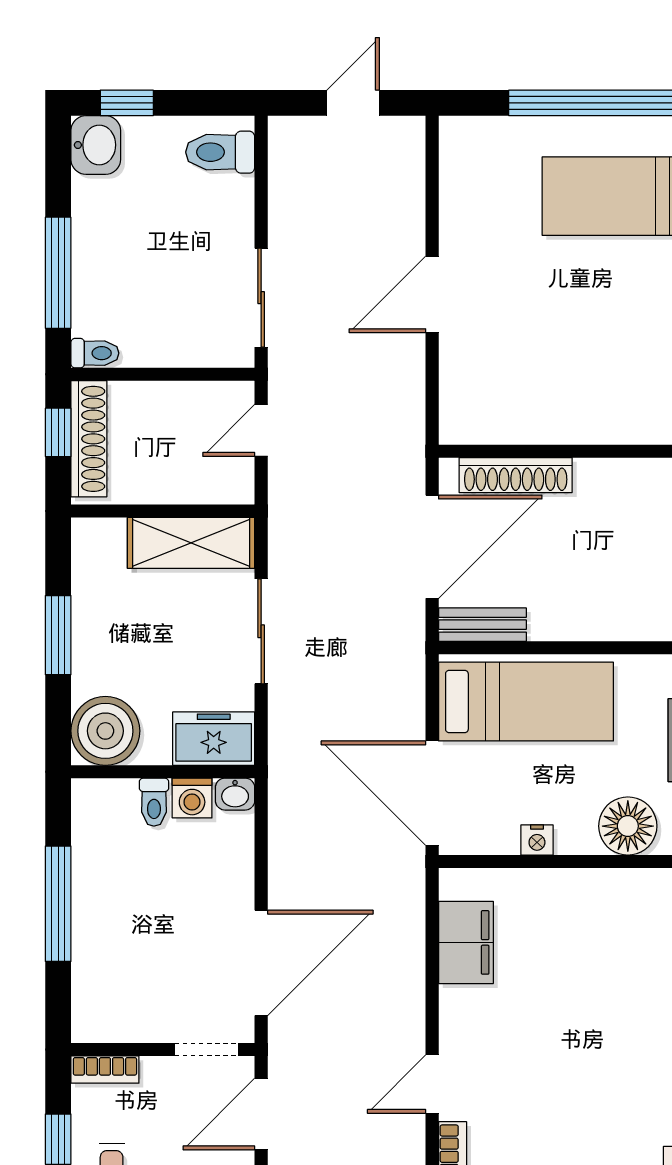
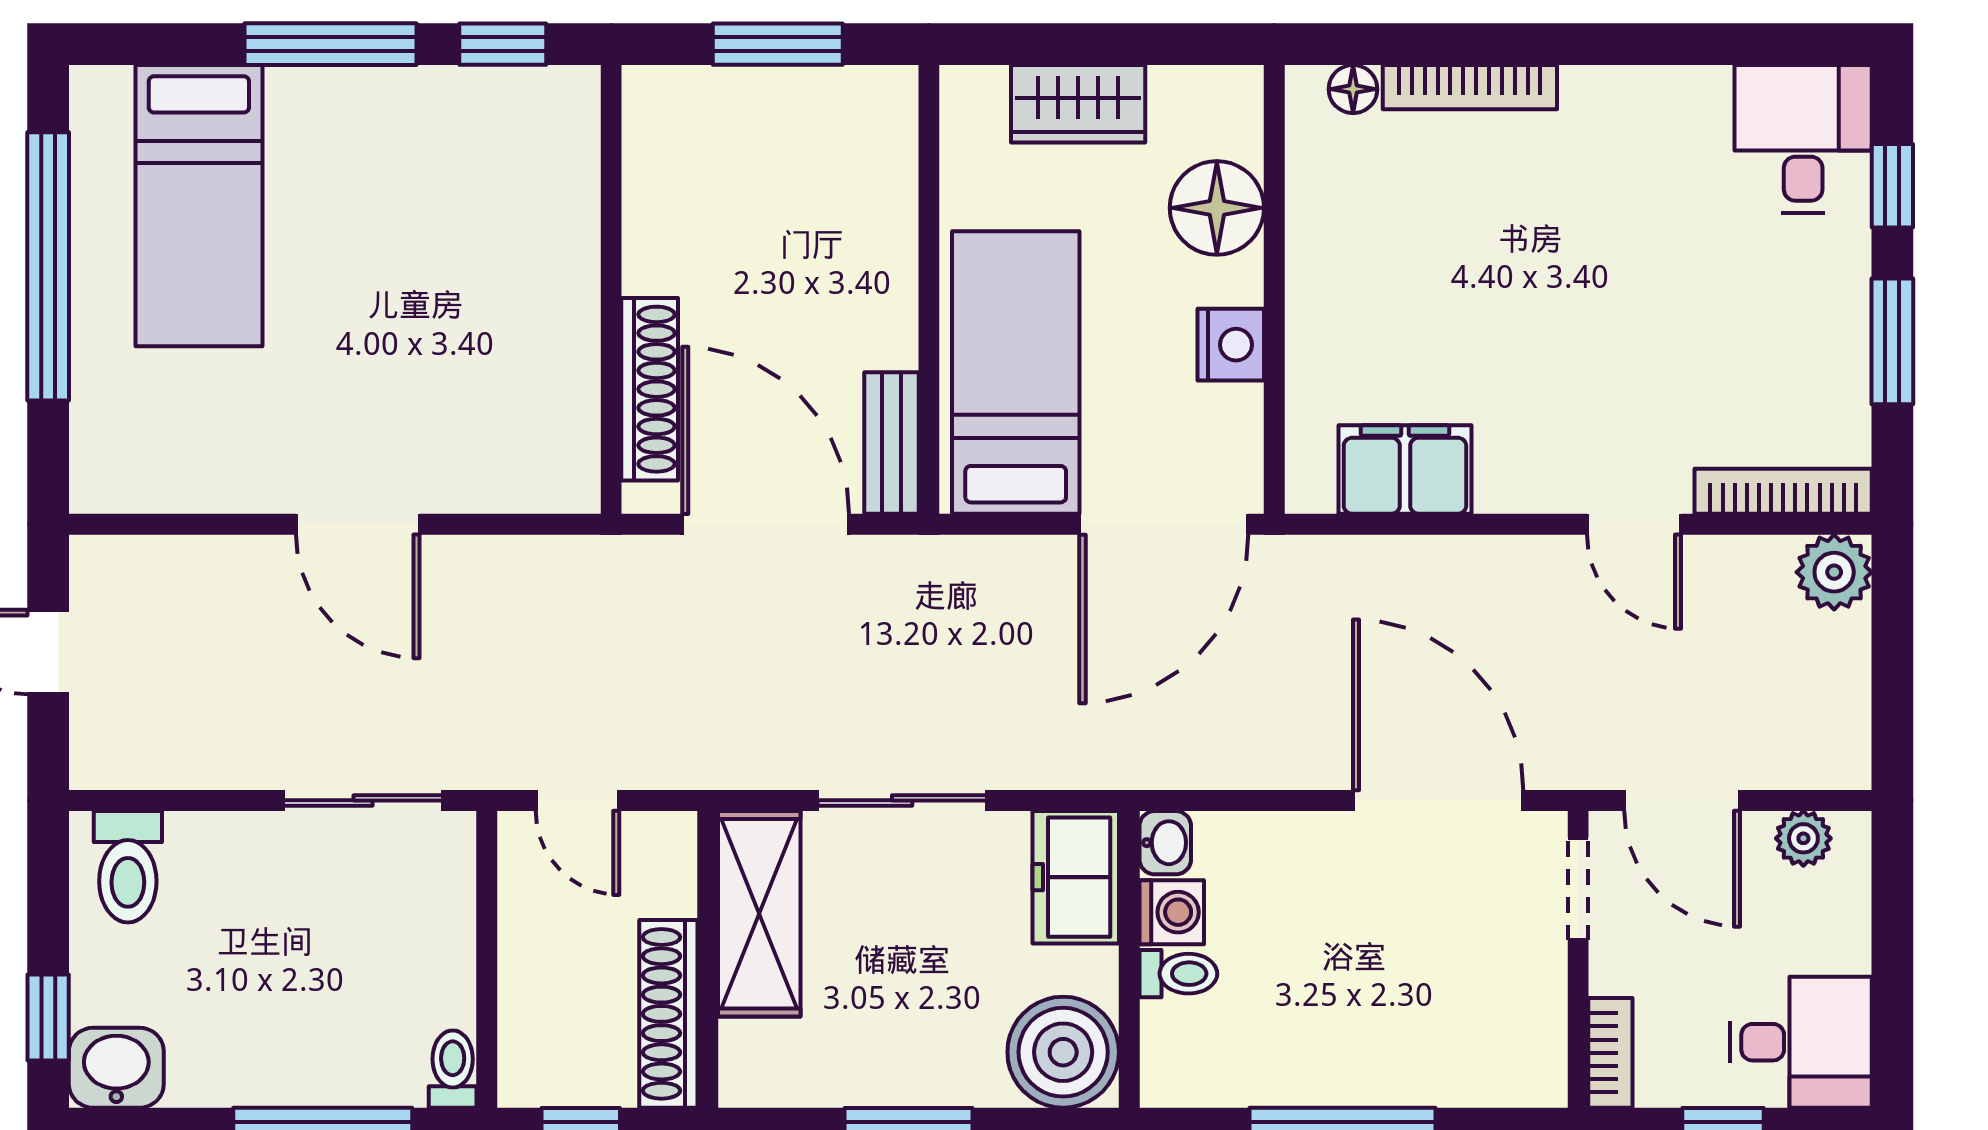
shoe rack: (89, 439) -> (668, 1014), moved, turned -90
nightstand: (537, 840) -> (1231, 345), width x1.39, depth x1.35

